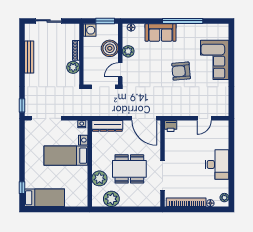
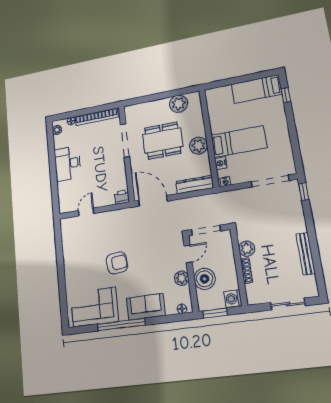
corner sofa: (215, 60) -> (94, 307), moved, turned -90
plant: (99, 178) -> (199, 146), moved

